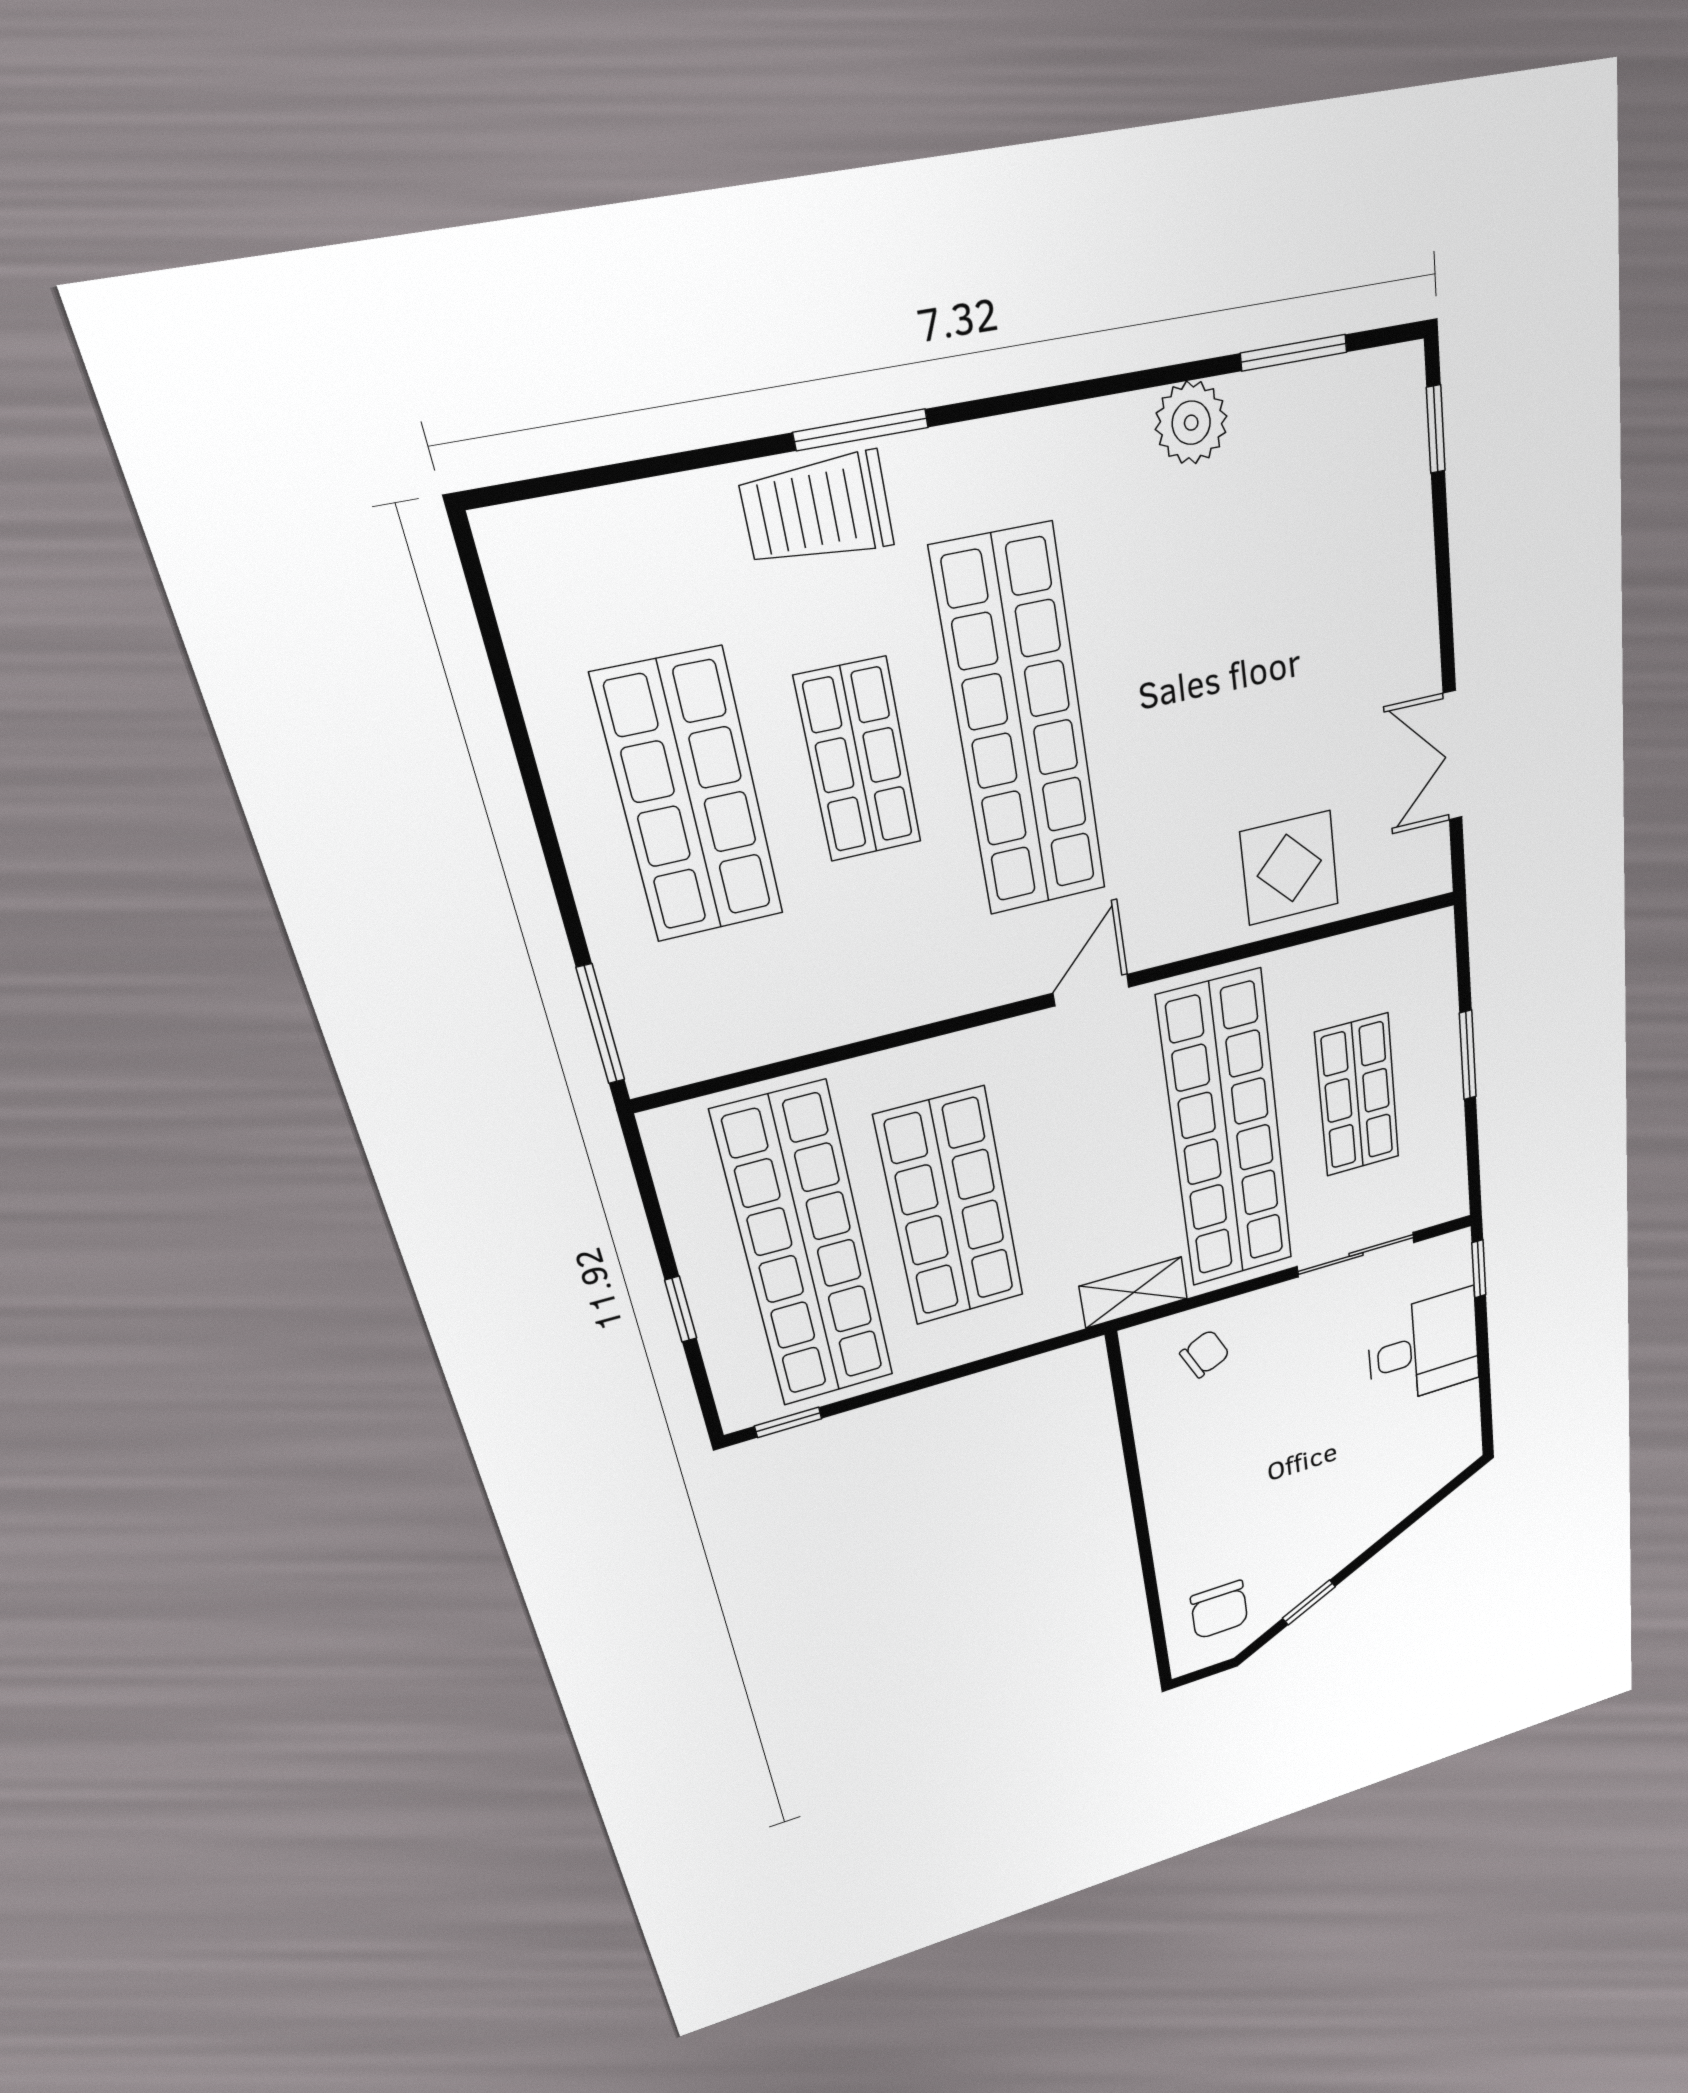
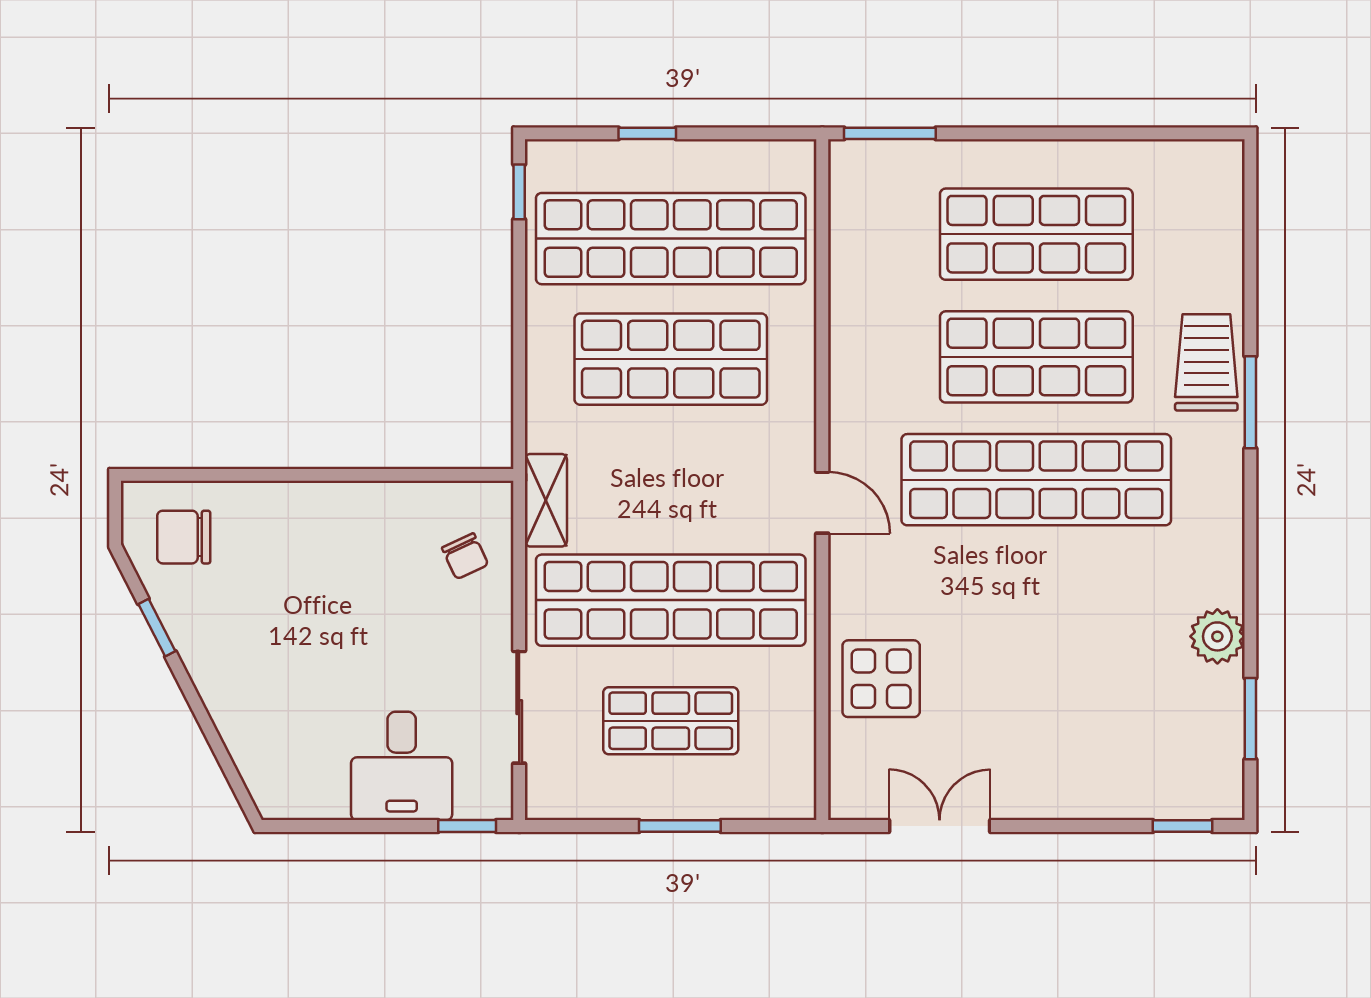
shop shelf: (858, 760) -> (1036, 357), width x1.43, depth x1.36

